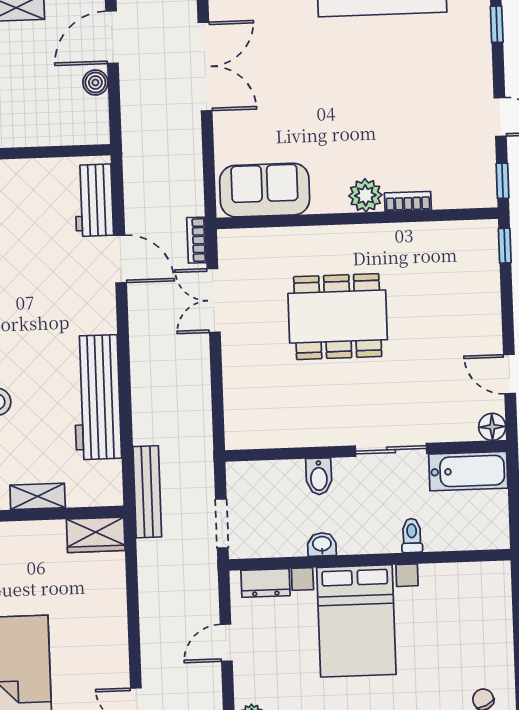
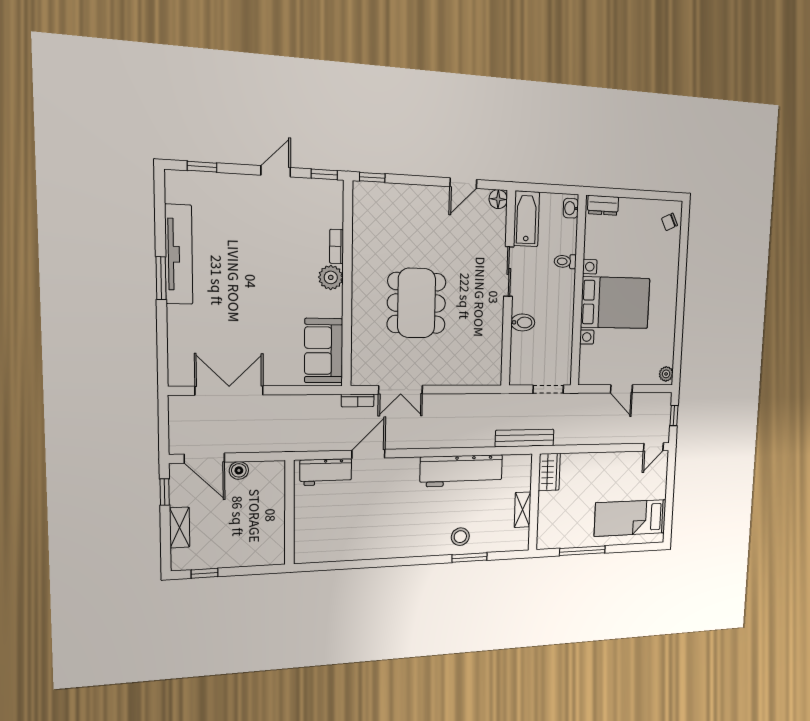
washbasin: (322, 544) -> (571, 208), moved
dresser: (265, 583) -> (603, 205), moved, turned 90

